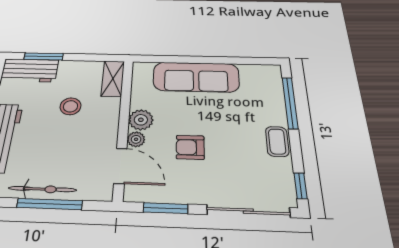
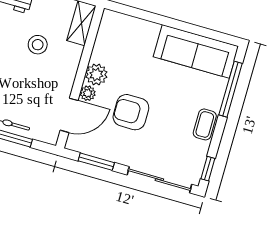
sofa: (196, 77) -> (196, 51), moved
armchair: (190, 147) -> (131, 112), width x1.38, depth x1.38
door: (120, 166) -> (69, 115), hinge flipped

